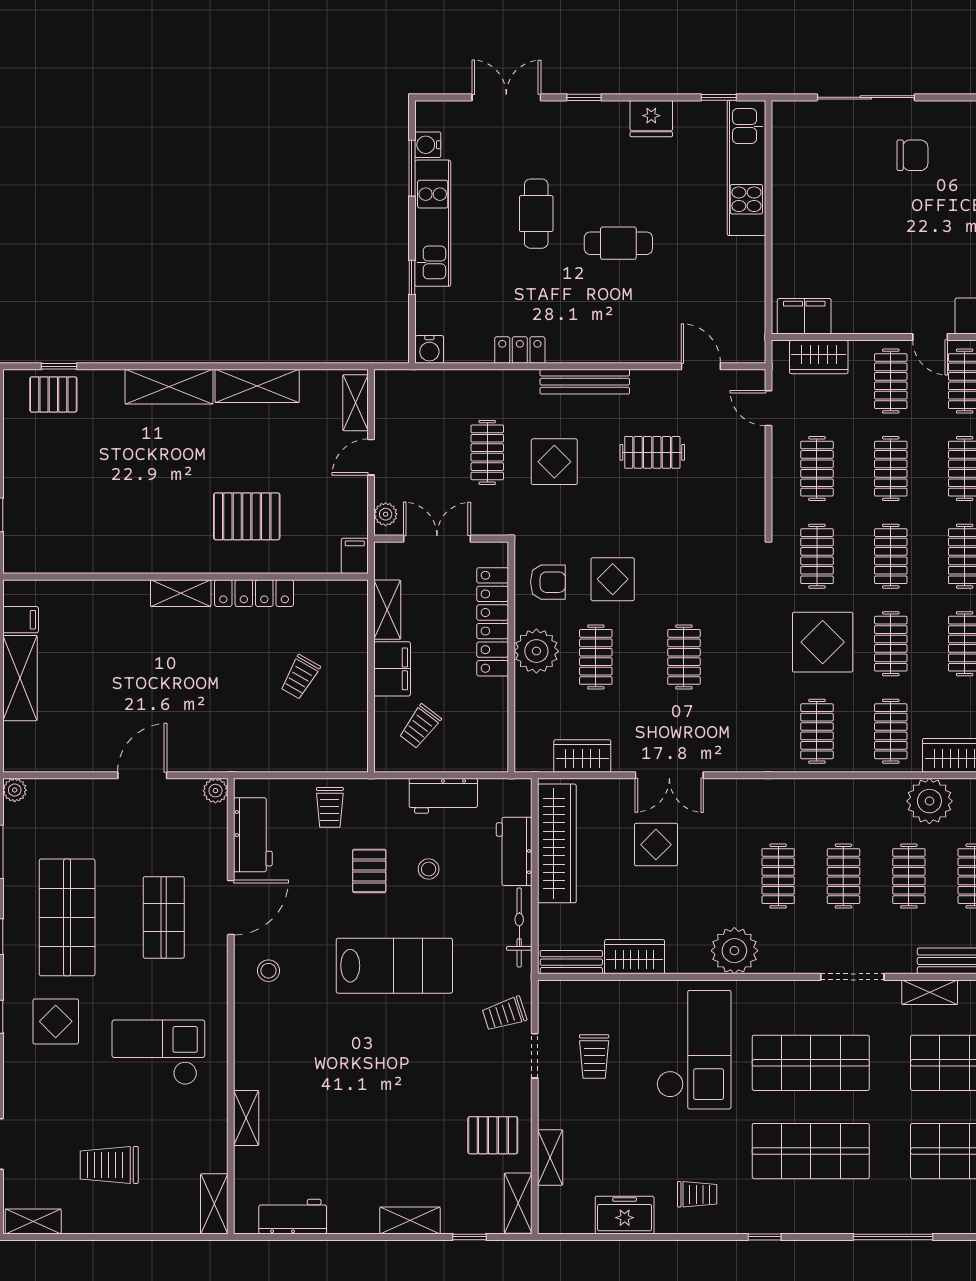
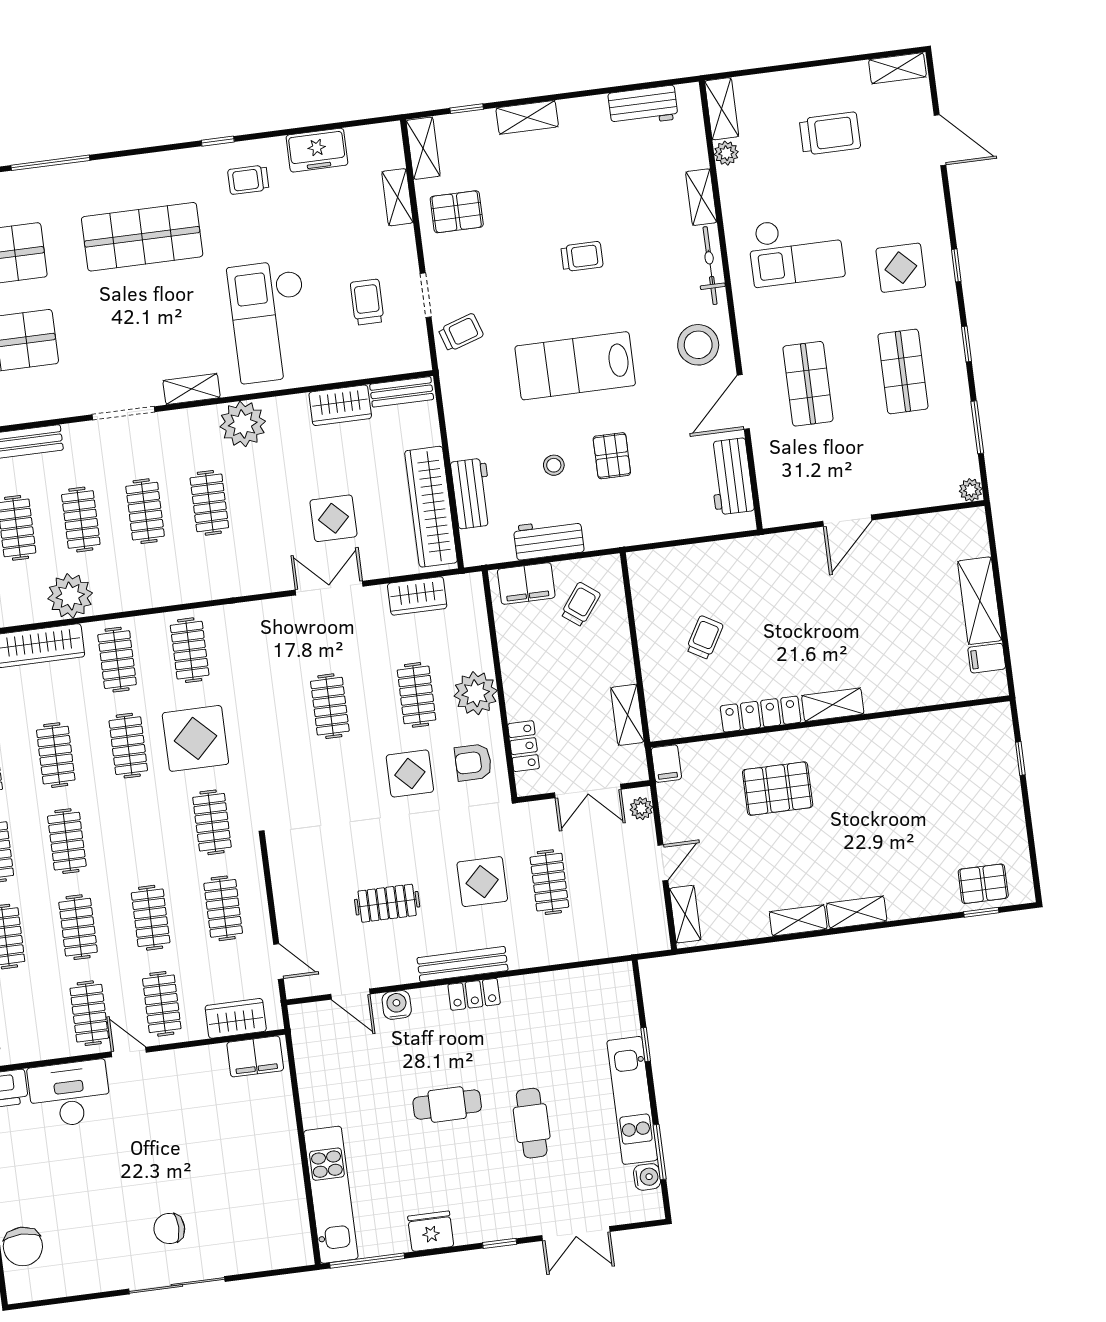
window: (719, 97) -> (367, 1261), width x2.17
sliding door: (866, 97) -> (177, 1285), moved
water cooler: (429, 349) -> (397, 1005), moved
locker: (520, 350) -> (474, 994), moved
shelving: (257, 386) -> (798, 920), width x0.67, depth x0.75
shelving: (169, 387) -> (857, 912), width x0.67, depth x0.75
clothes rail: (891, 556) -> (139, 832), removed
locker: (493, 622) -> (524, 746), width x0.46, depth x0.83
filing cabinet: (392, 669) -> (526, 583), moved, turned -90
plant: (215, 791) -> (726, 153), moved
trolley: (330, 807) -> (582, 256), moved, turned 90
shop shelf: (67, 917) -> (903, 371), width x0.70, depth x0.74
bicycle: (519, 927) -> (710, 266), moved, turned 180
stool: (269, 971) -> (698, 345), width x1.89, depth x1.89
shelving: (930, 992) -> (192, 389), moved
shop shelf: (811, 1063) -> (153, 323), removed
window: (765, 1237) -> (218, 141), moved

